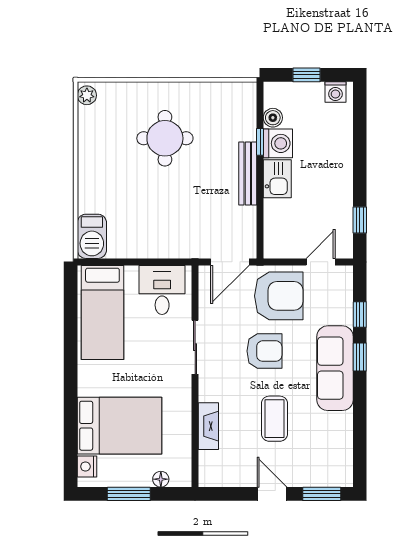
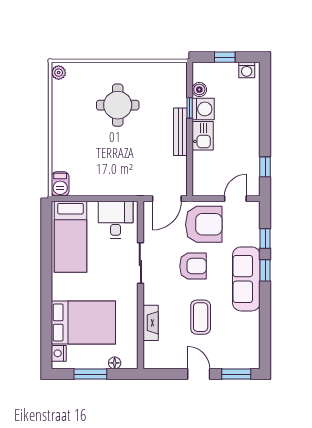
barbecue: (92, 236) -> (60, 184), width x0.73, depth x0.79

